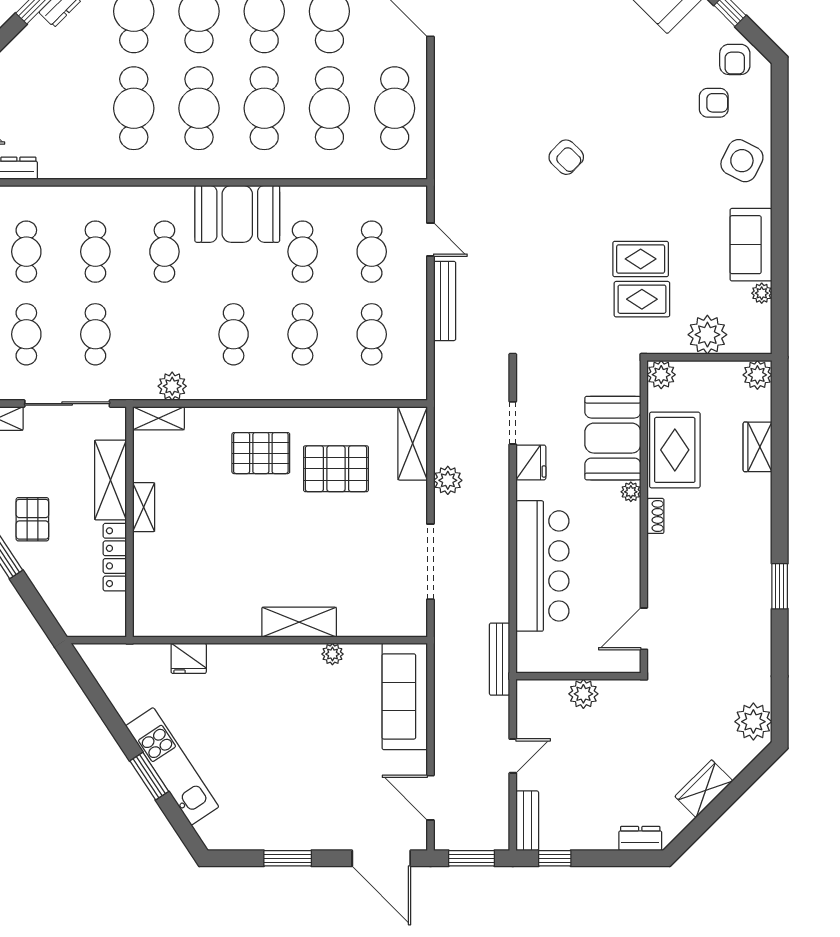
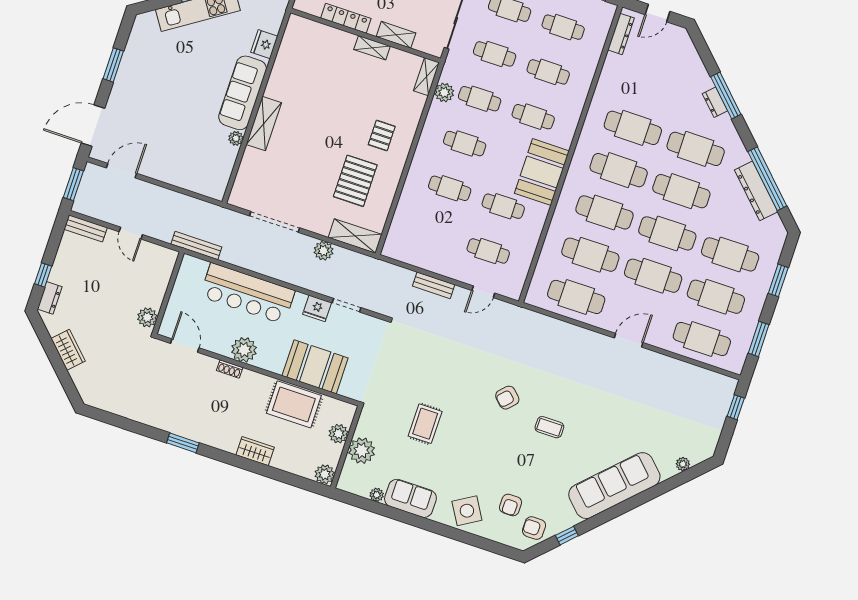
coffee table: (588, 85) -> (549, 427), added
side table: (742, 161) -> (467, 511), turned 32
rug: (642, 299) -> (399, 416), removed
bench: (445, 301) -> (434, 285), width x0.73
cafe table: (372, 334) -> (480, 99), moved
plant: (661, 375) -> (338, 434), moved
wardrobe: (758, 447) -> (255, 451), moved
pallet: (261, 453) -> (382, 135), width x0.67, depth x0.71
shelving: (110, 480) -> (396, 35), width x0.67, depth x0.75
plant: (631, 492) -> (244, 350), moved, width x1.87, depth x1.87
shoe rack: (655, 516) -> (230, 369), moved
plant: (583, 694) -> (147, 317), moved
sofa: (405, 696) -> (243, 93), moved, turned -90
plant: (753, 722) -> (101, 396), removed
window: (555, 858) -> (43, 275), moved

